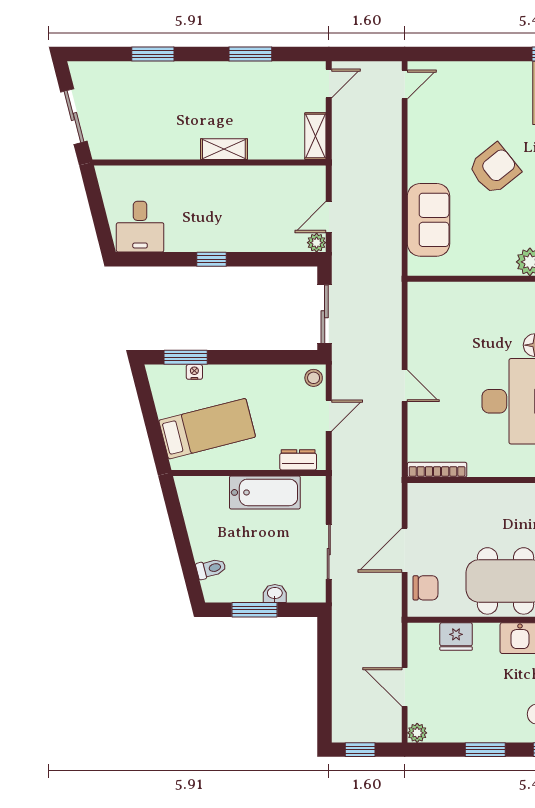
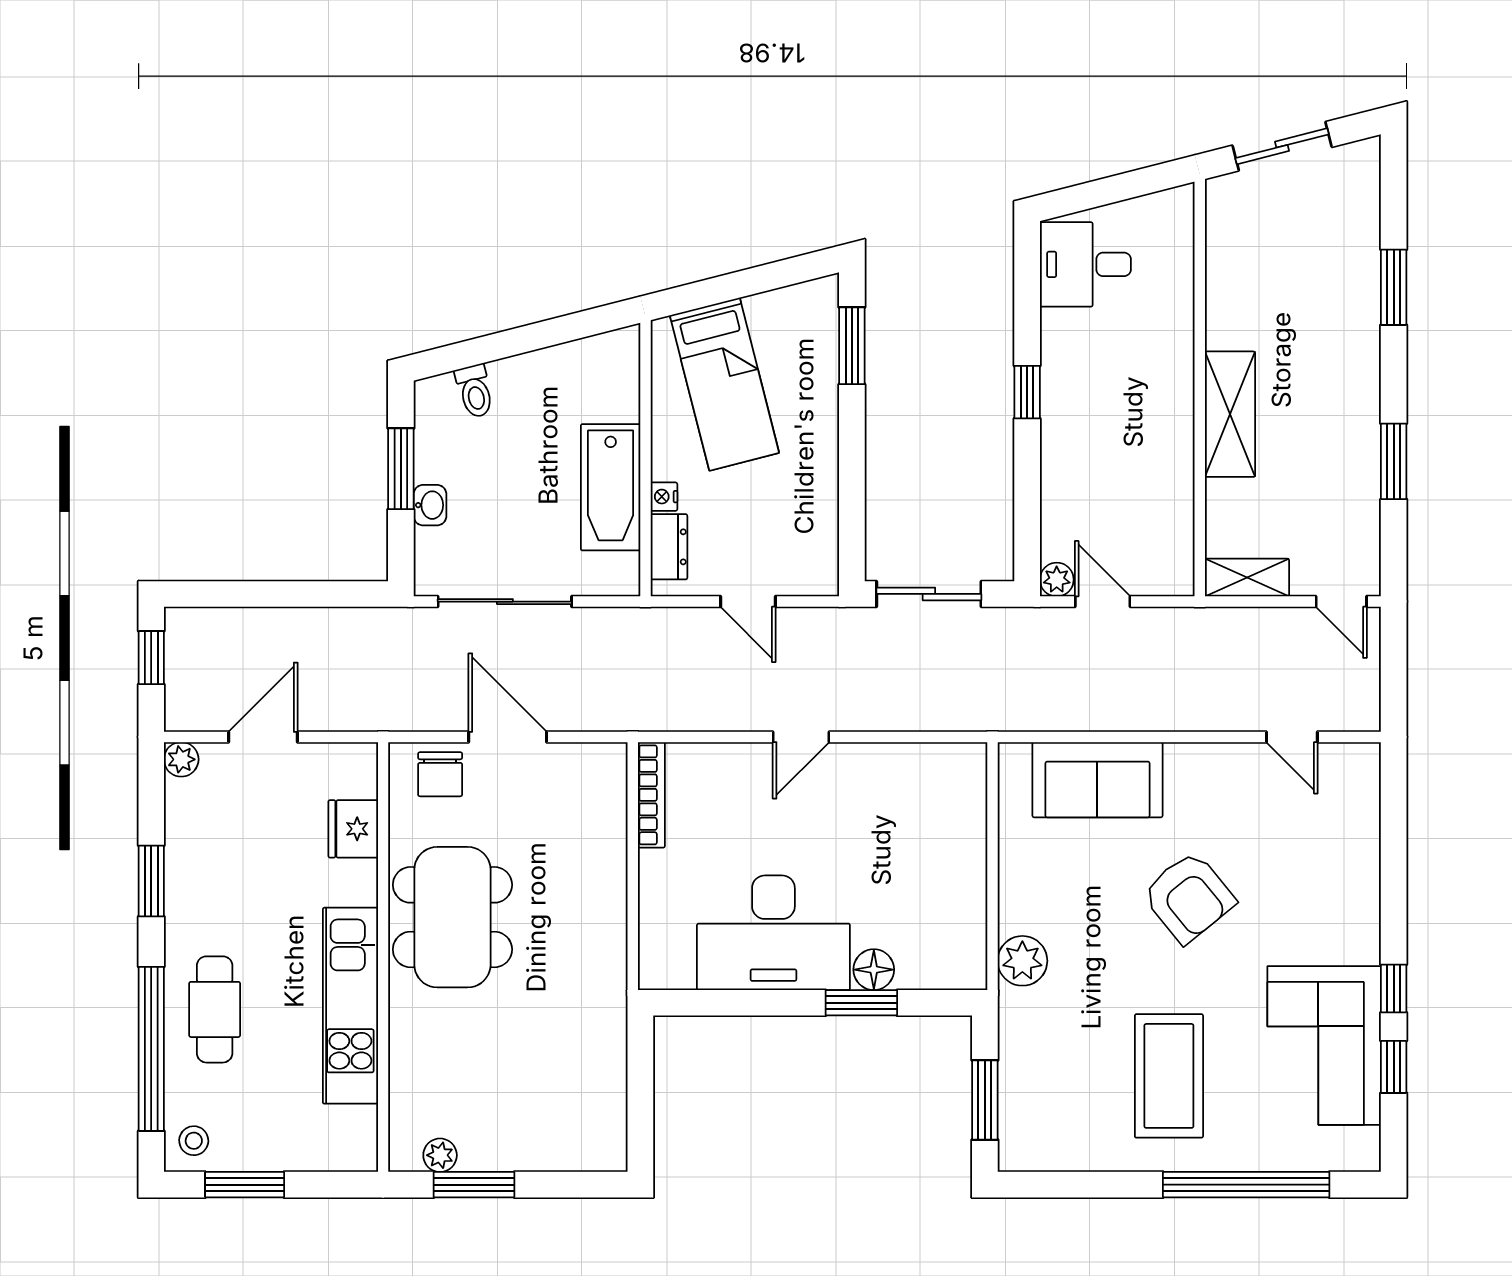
door: (405, 84) -> (1292, 737), moved
shelving: (224, 149) -> (1230, 414), width x1.50, depth x1.33
nightstand: (194, 372) -> (664, 497), moved, turned 180
stool: (314, 378) -> (815, 574), removed
sliding door: (329, 552) -> (505, 602), width x1.37

